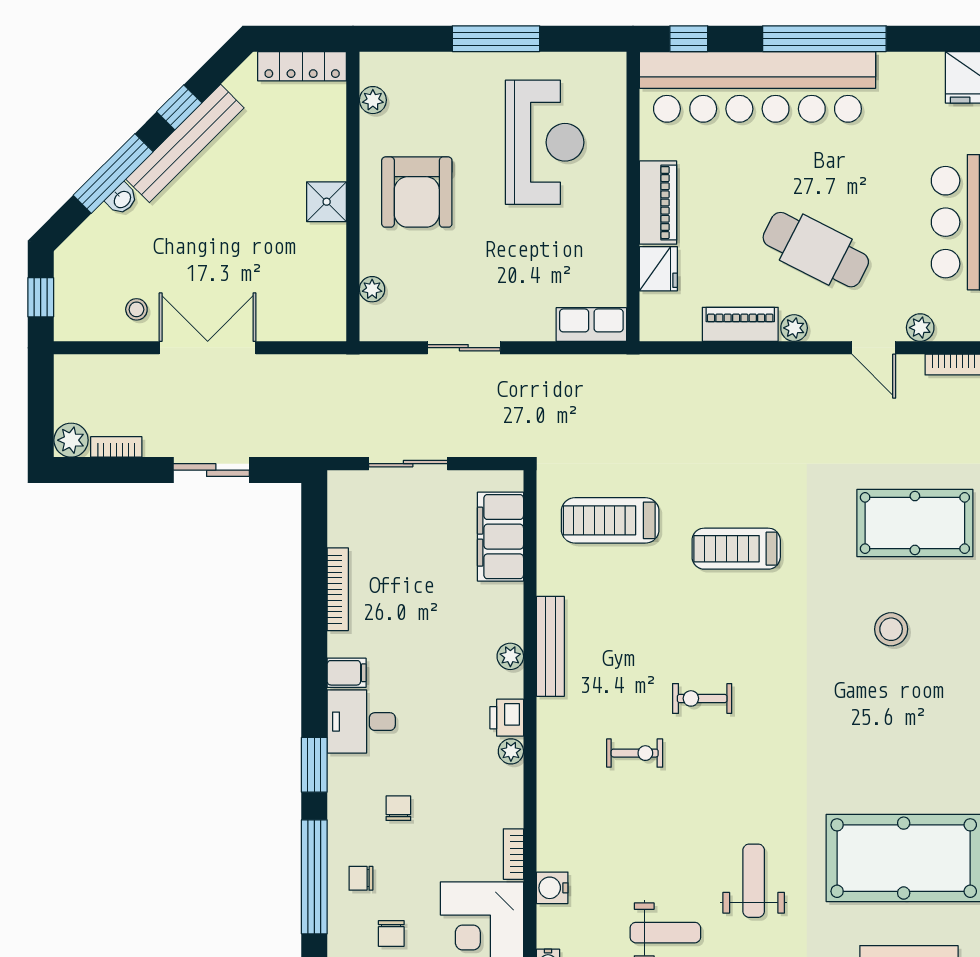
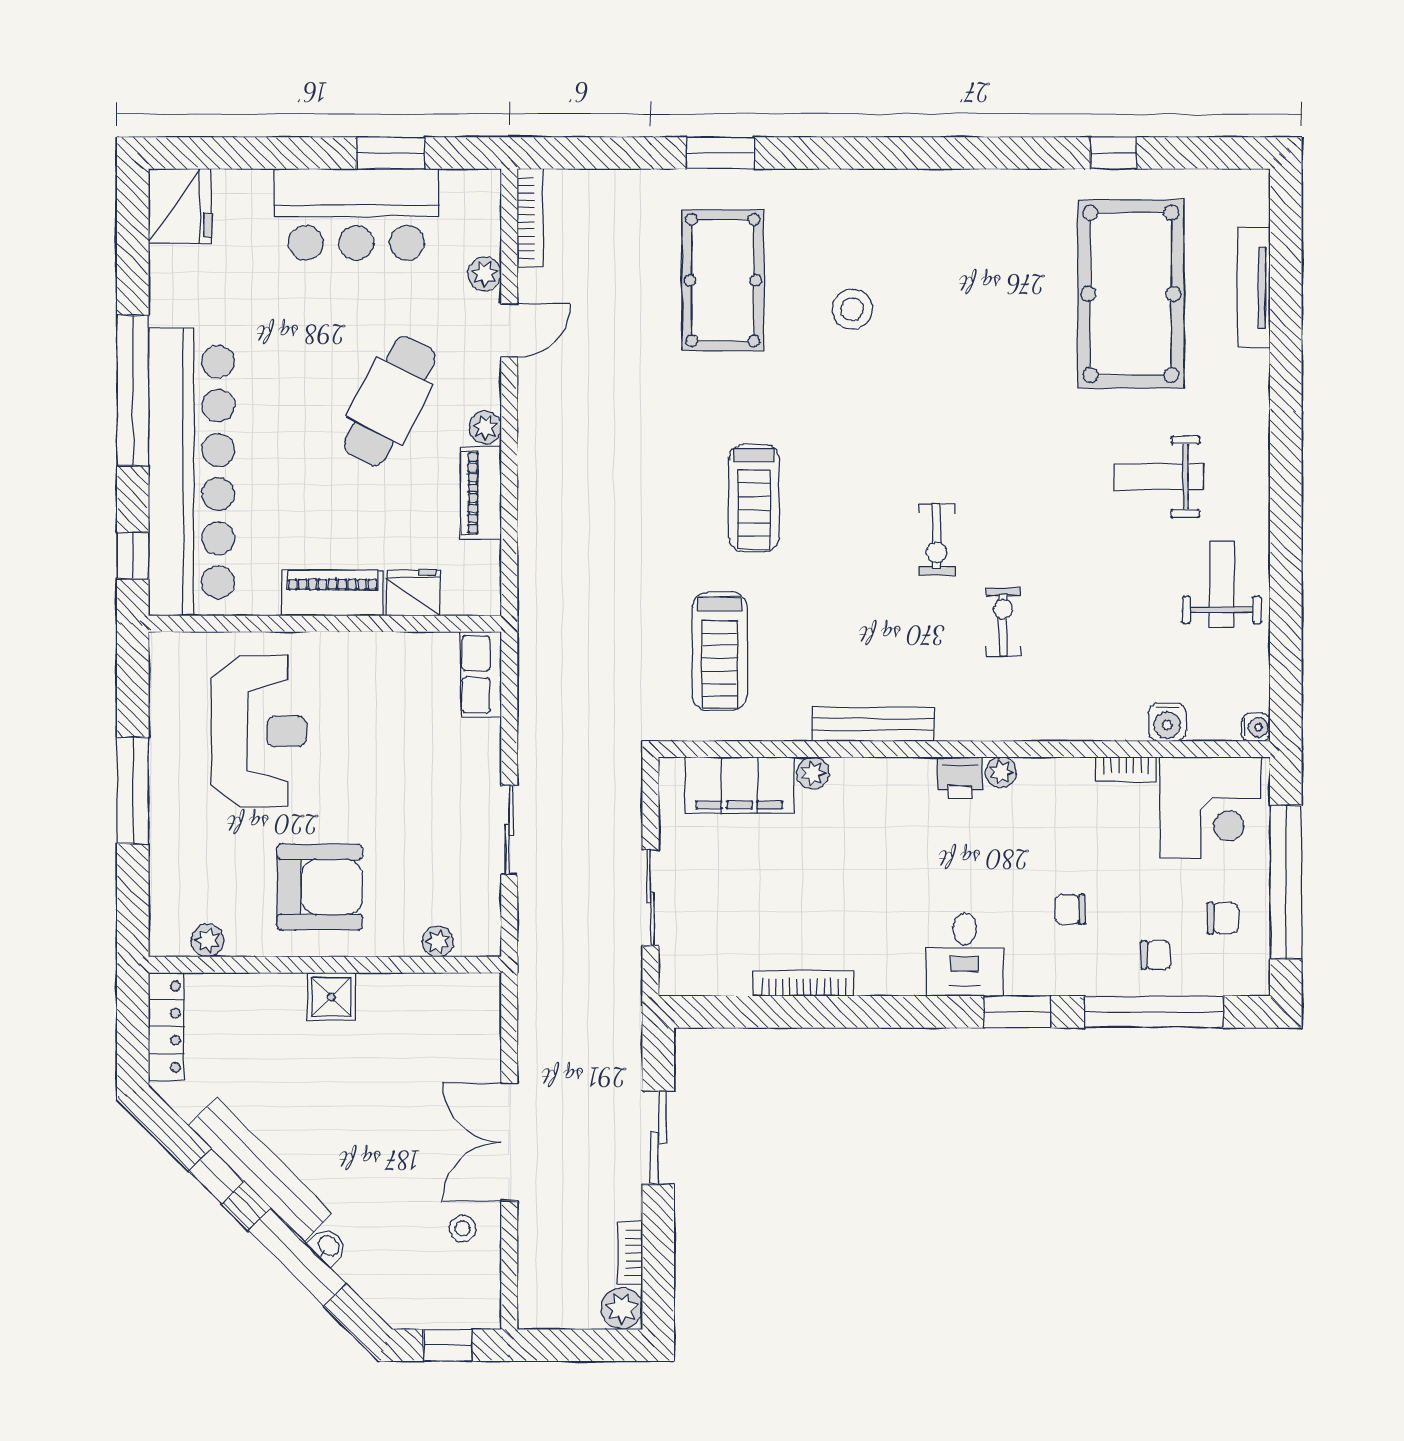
reception desk: (545, 142) -> (259, 731), turned 90
plant: (510, 656) -> (813, 773), moved
filing cabinet: (347, 673) -> (905, 972), removed
chair: (361, 878) -> (1156, 955), turned -90

